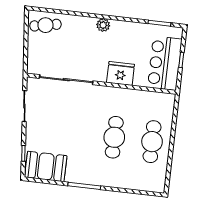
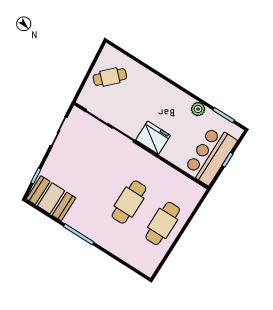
cafe table: (45, 25) -> (110, 77), moved, turned -34
plant: (103, 25) -> (198, 109), moved
fridge: (120, 73) -> (153, 138), moved

